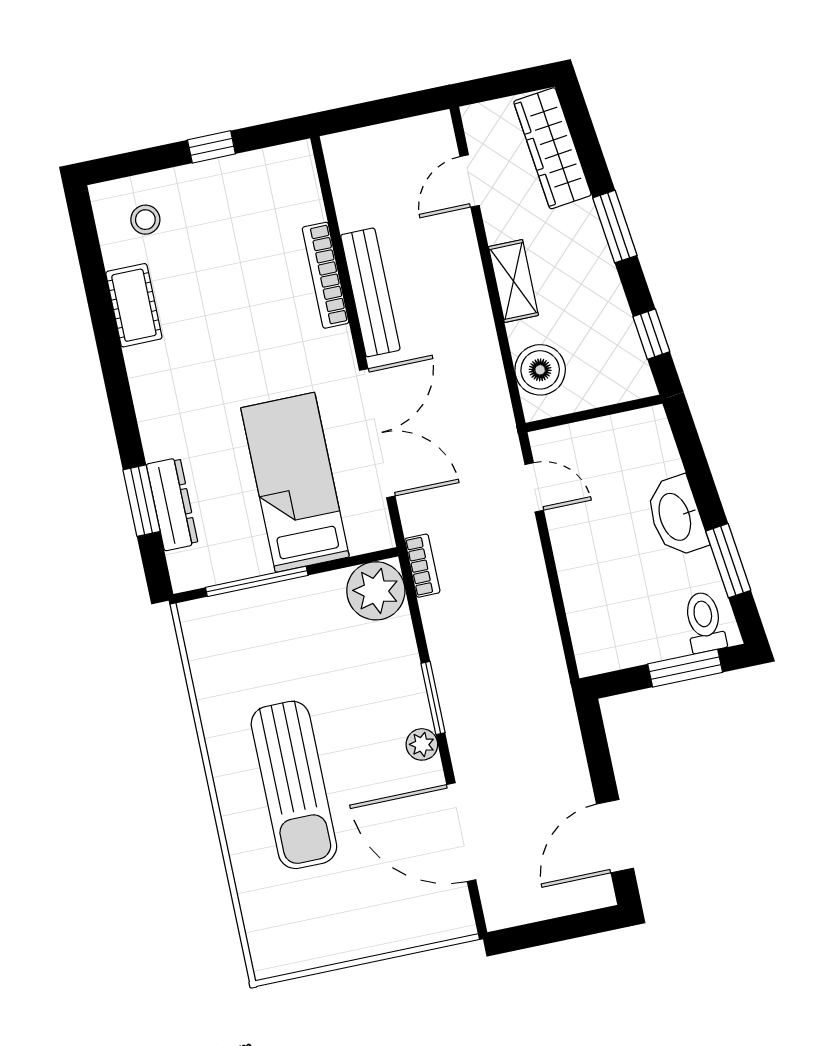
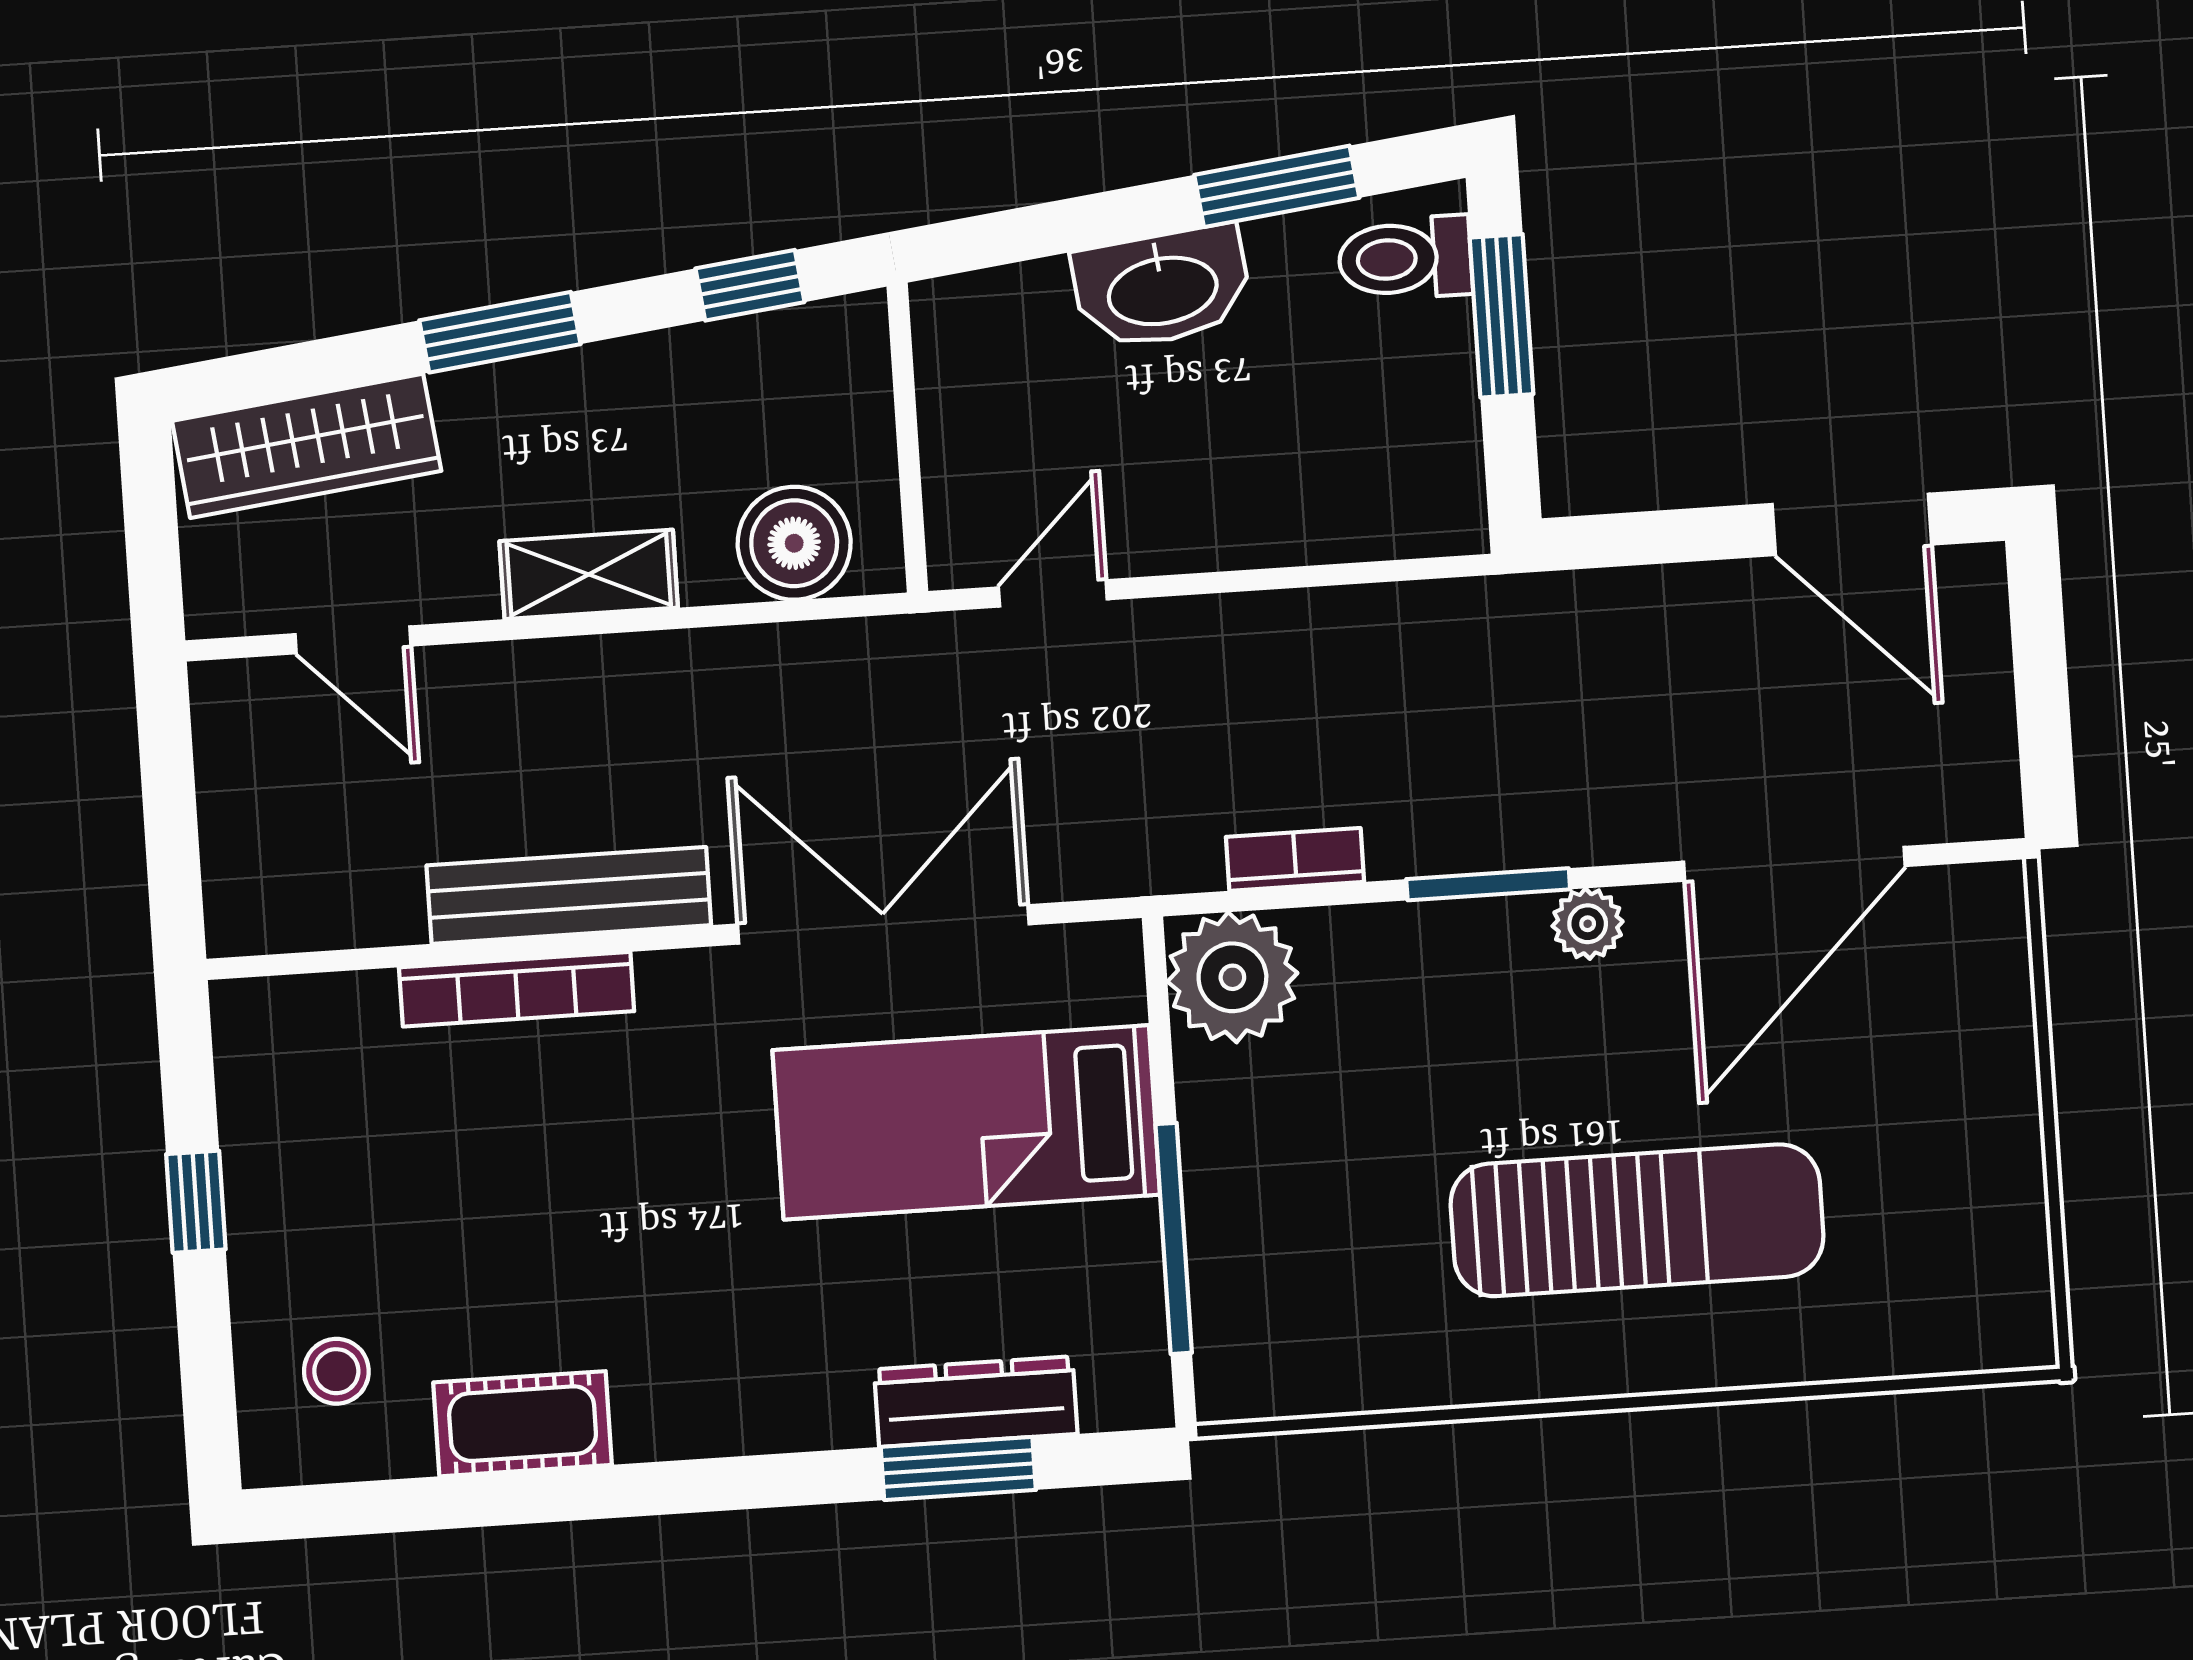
bookcase: (422, 566) -> (1295, 859), moved

